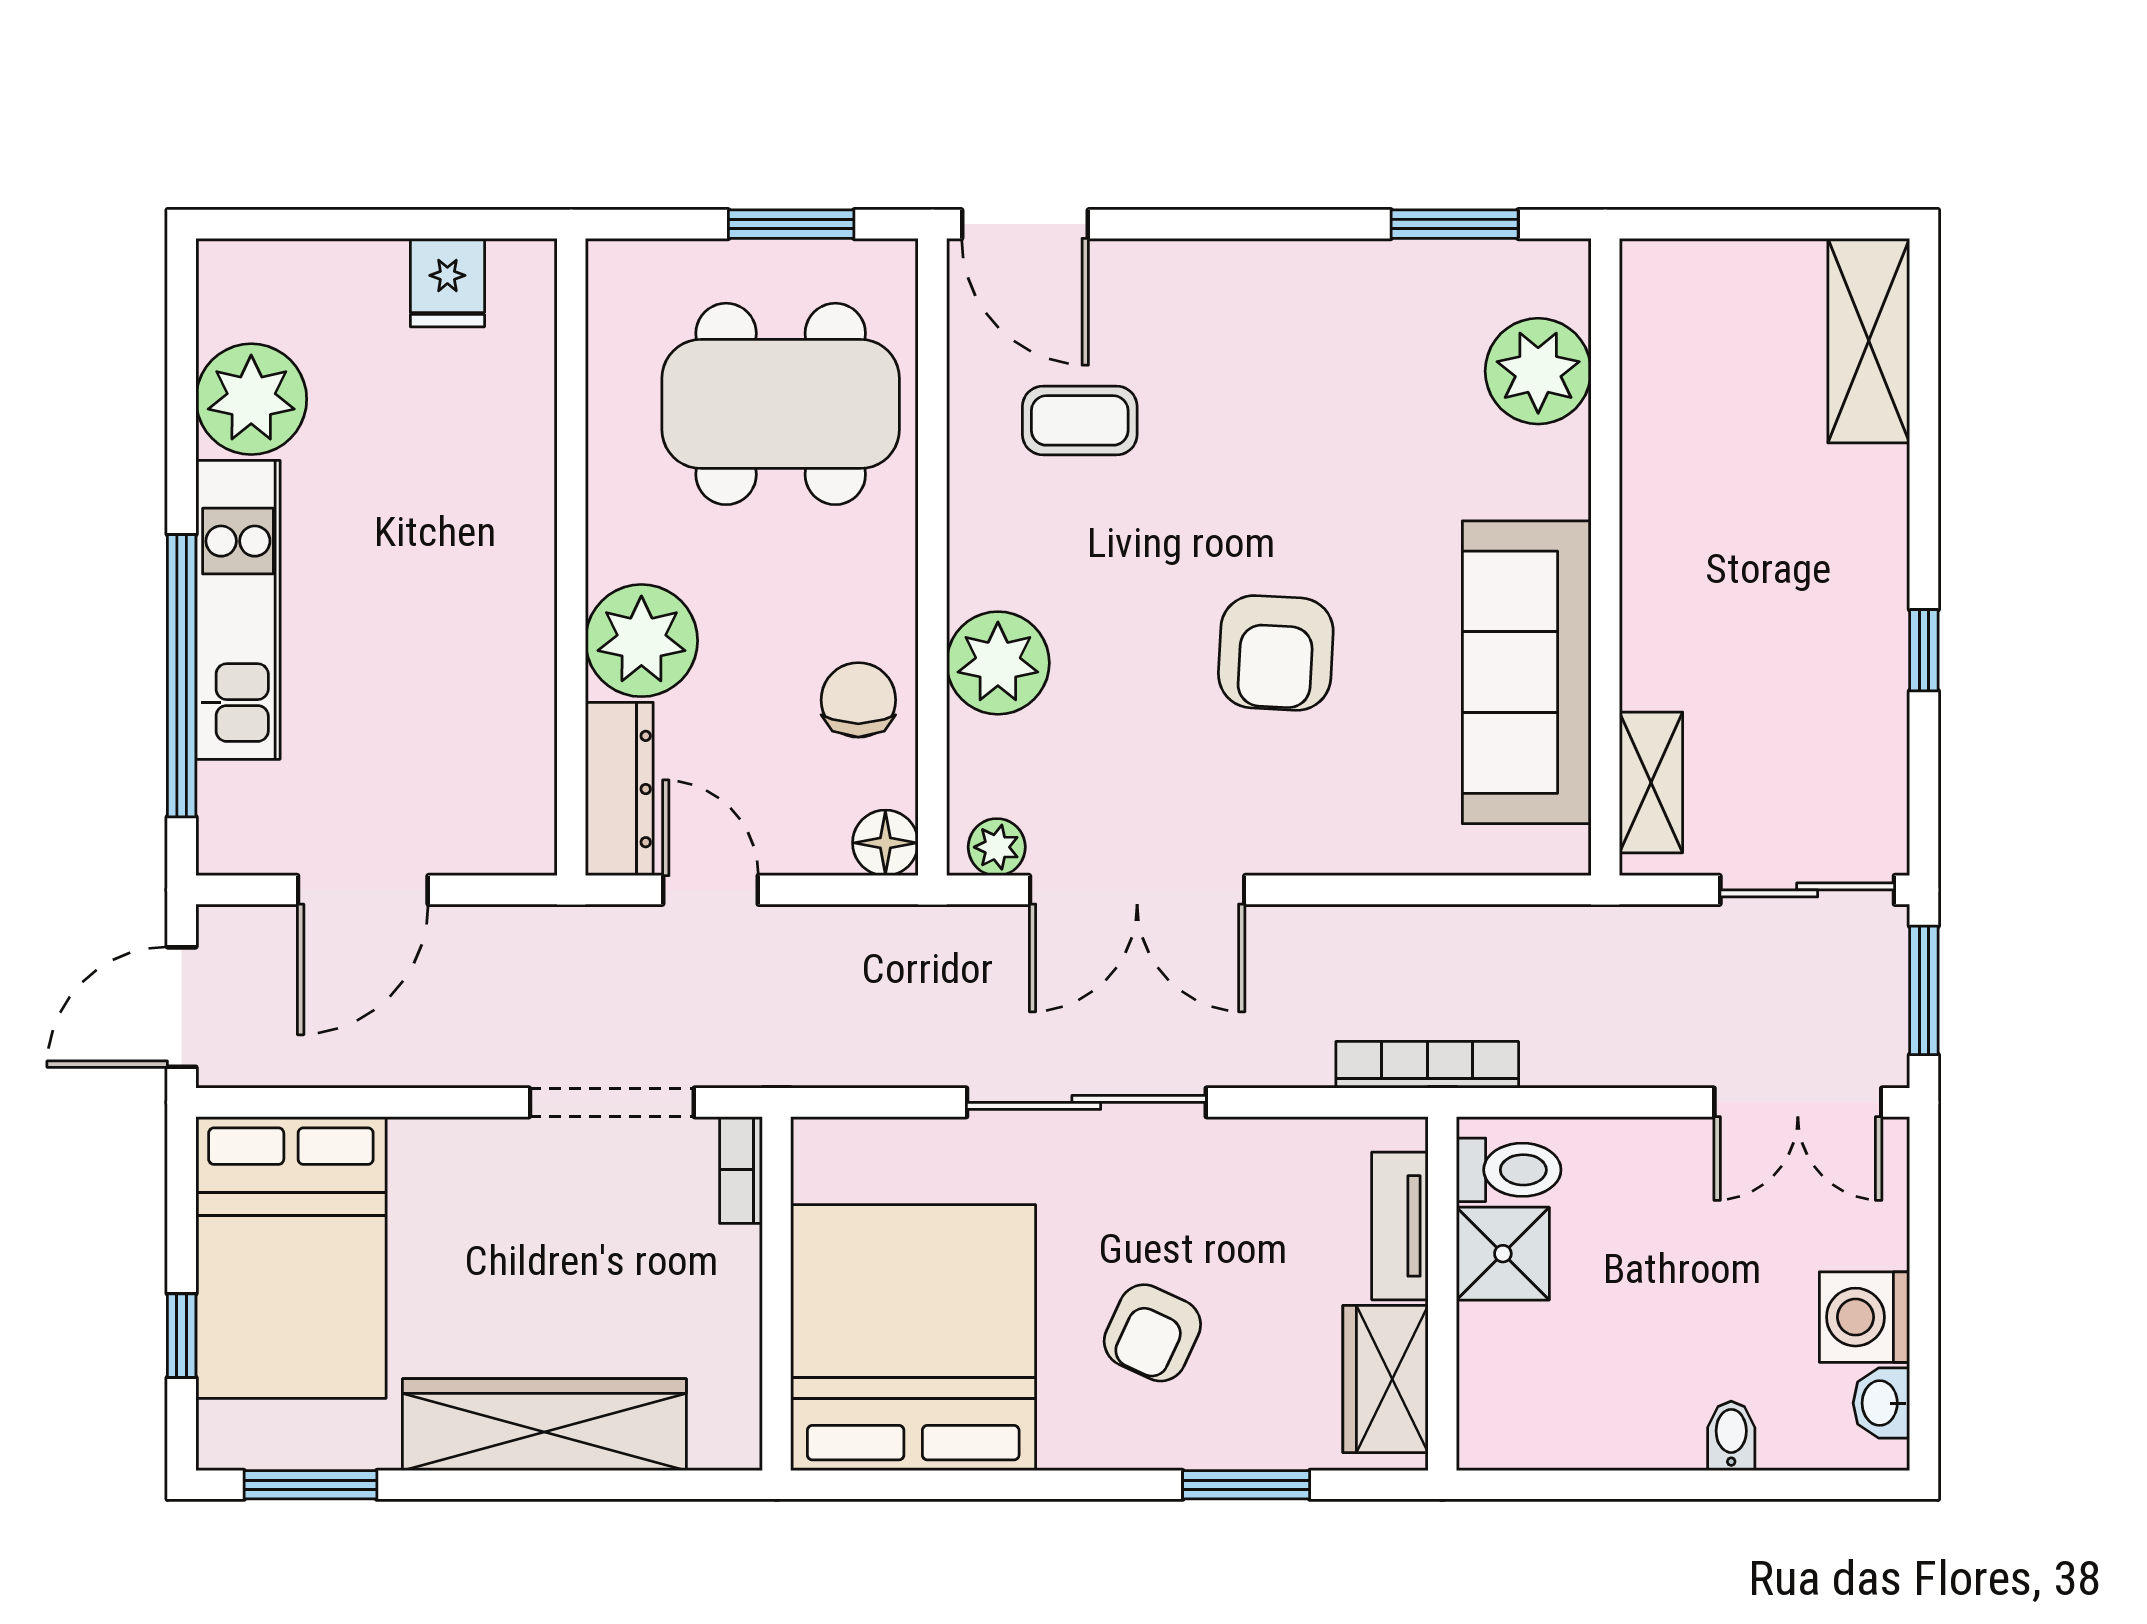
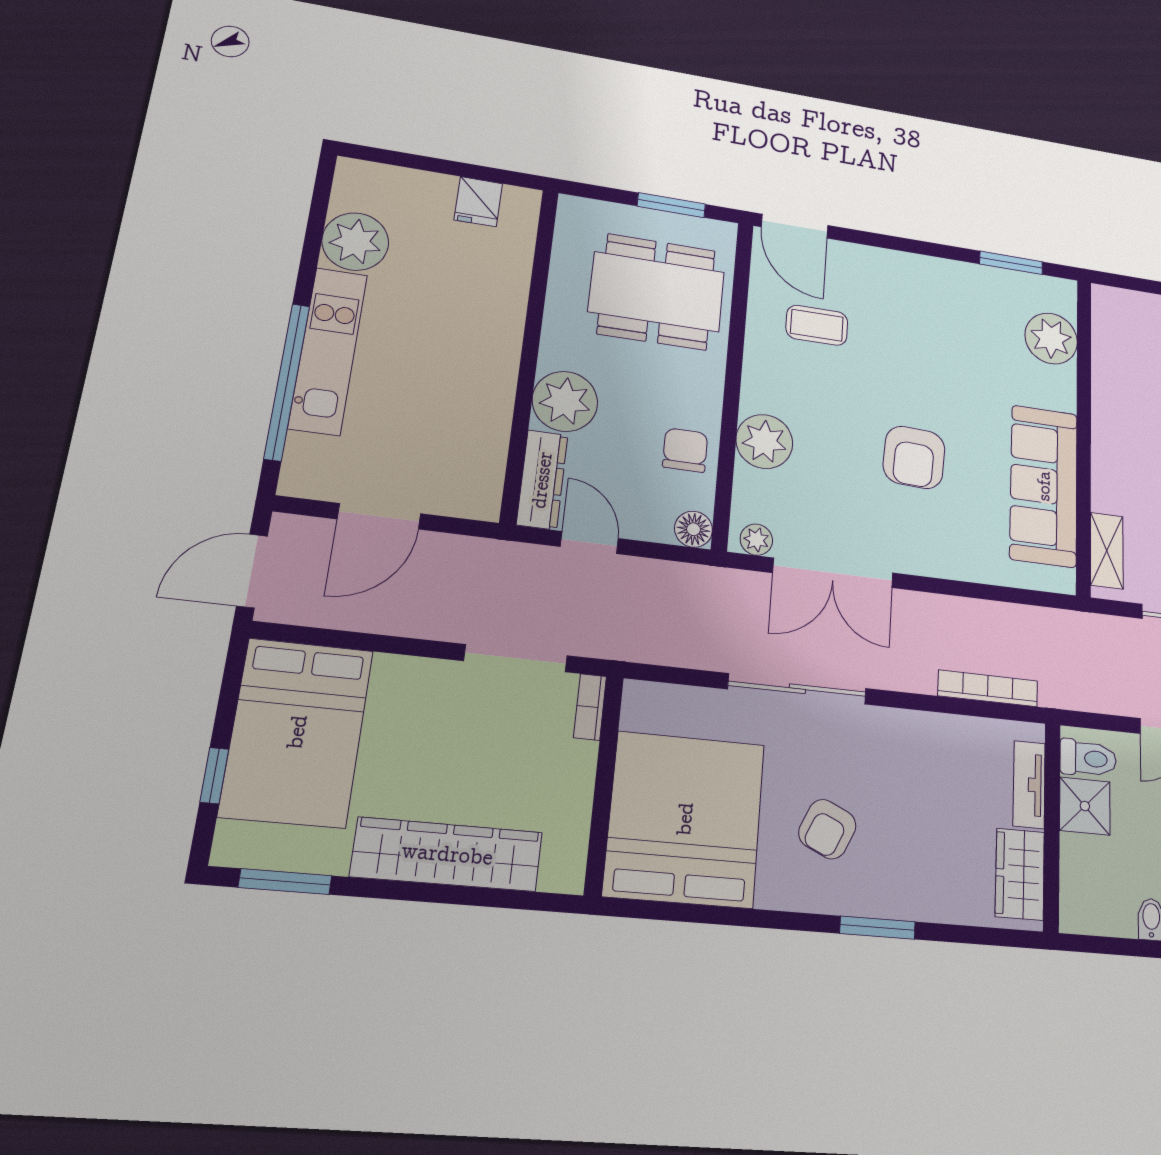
toilet: (1509, 1170) -> (1088, 758), moved
tv unit: (1400, 1226) -> (1029, 785), moved
shower: (1503, 1254) -> (1085, 806), moved
wall: (1442, 1294) -> (1052, 826), moved
wardrobe: (1385, 1379) -> (1020, 874), moved

